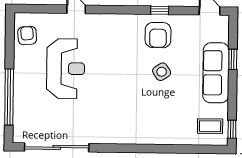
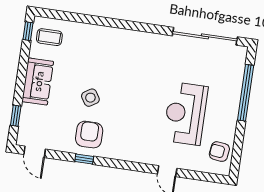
armchair: (27, 35) -> (219, 152), turned 102
window: (233, 59) -> (16, 116), moved
sofa: (216, 73) -> (38, 81), width x0.73

